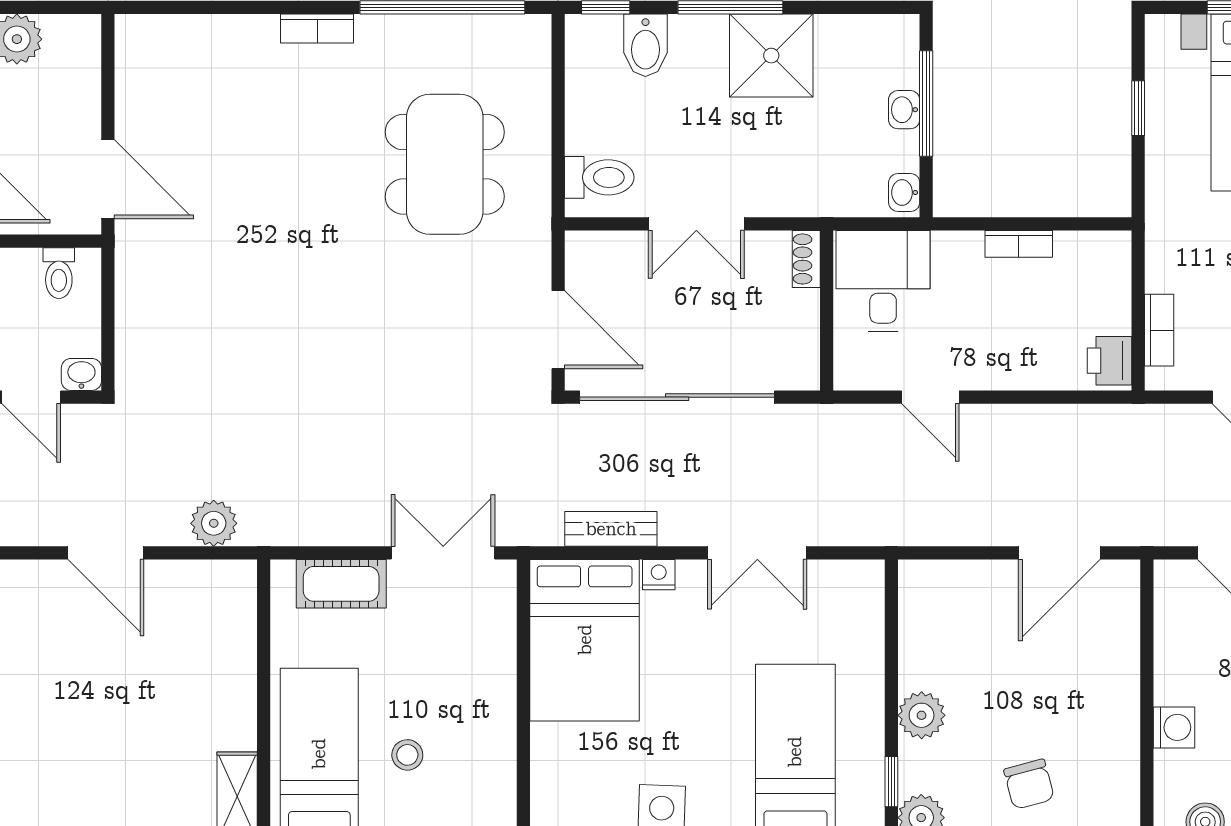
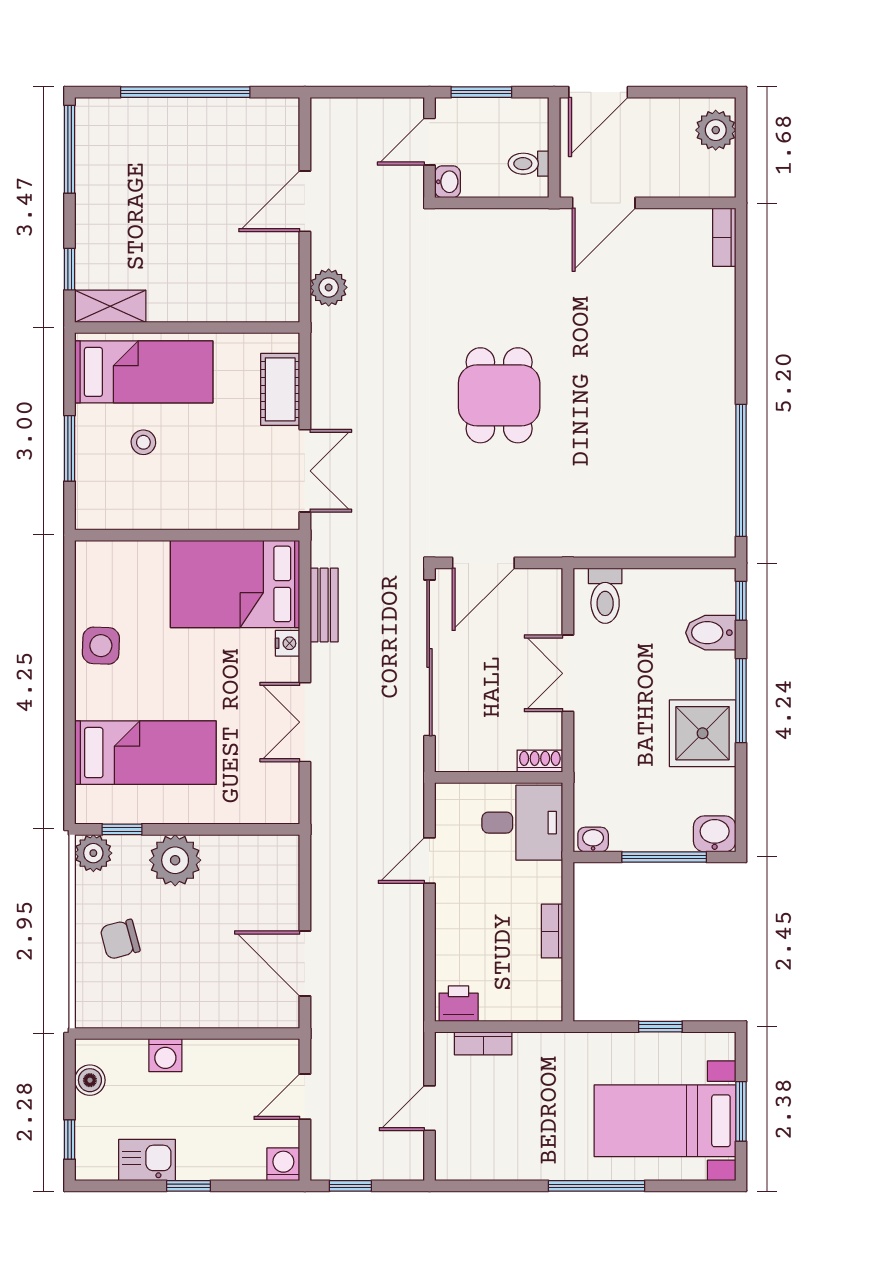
bookcase: (317, 29) -> (724, 237), moved
washbasin: (904, 110) -> (715, 834), moved, width x1.38, depth x1.45
dining table: (445, 164) -> (499, 395), moved, width x0.73
plant: (922, 715) -> (175, 860), width x1.36, depth x1.36

